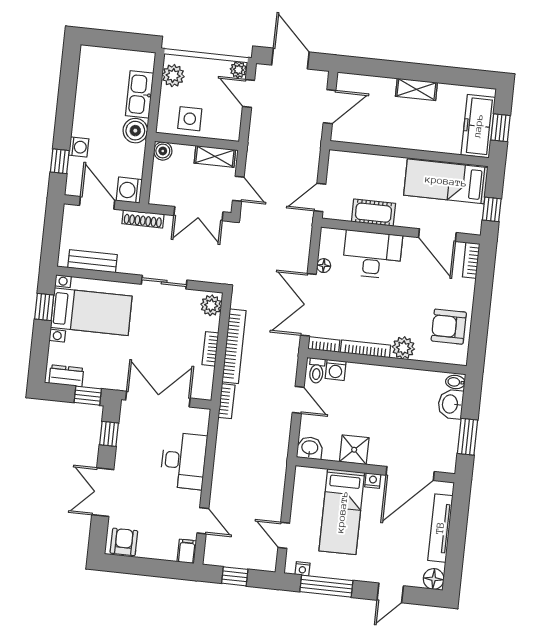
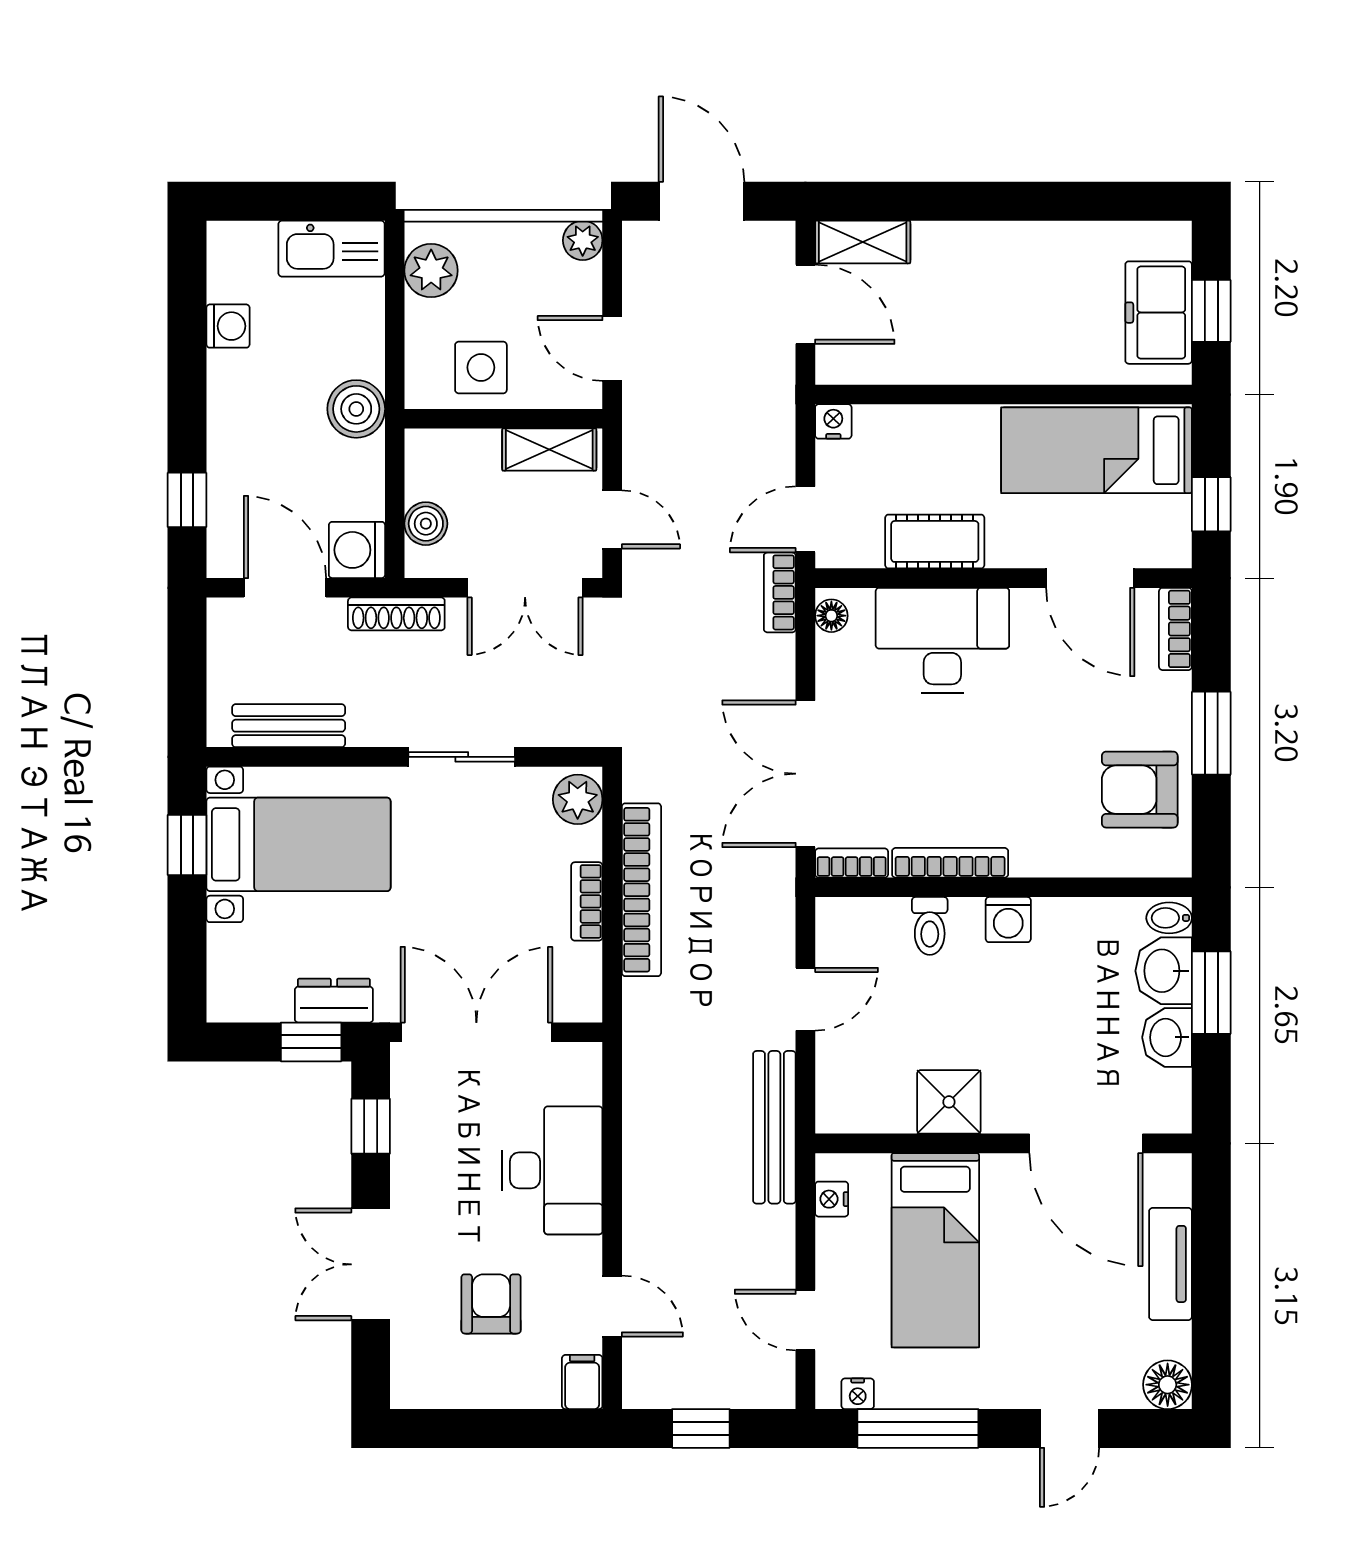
shelving: (416, 89) -> (863, 242), moved
door: (248, 93) -> (612, 348), moved
kitchen sink: (140, 94) -> (331, 249), moved, turned -90
door: (330, 107) -> (805, 304), hinge flipped
freezer: (478, 126) -> (1159, 313), width x0.71
washing machine: (79, 147) -> (228, 326), moved
boiler: (163, 151) -> (426, 524), moved
nightstand: (336, 157) -> (833, 421), added
floor lamp: (324, 266) -> (831, 616), moved
window: (481, 306) -> (1211, 733), added
plant: (403, 348) -> (1039, 851), removed
washing machine: (336, 370) -> (1008, 920), moved
toilet: (317, 371) -> (930, 926), moved
dresser: (66, 376) -> (334, 1001), moved
door: (298, 400) -> (805, 999), hinge flipped
bookcase: (227, 401) -> (780, 592), moved, turned 180
window: (467, 437) -> (1211, 993), moved
washbasin: (310, 448) -> (1167, 1037), moved, turned -90
bench: (279, 453) -> (774, 1127), added
door: (410, 473) -> (1086, 1143), hinge flipped
nightstand: (373, 481) -> (832, 1199), moved, turned -90
tv unit: (440, 528) -> (1170, 1264), width x0.71
armchair: (124, 542) -> (491, 1304), moved

